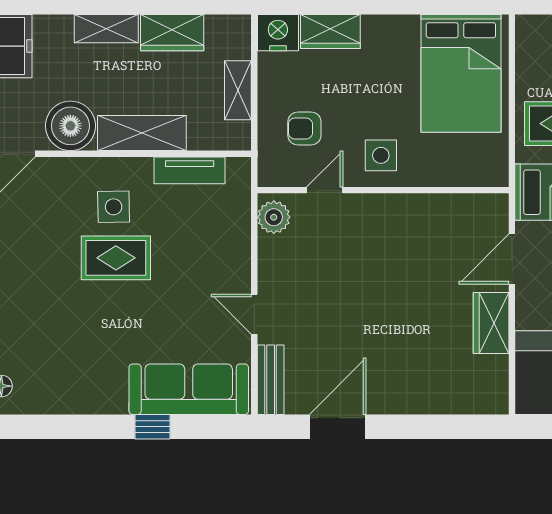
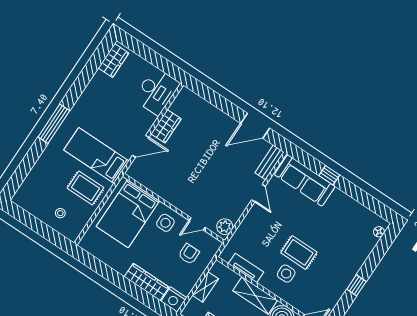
wardrobe: (330, 31) -> (147, 282), width x1.50
bed: (461, 73) -> (128, 214), moved, turned 180
armchair: (304, 129) -> (189, 254), turned -90

